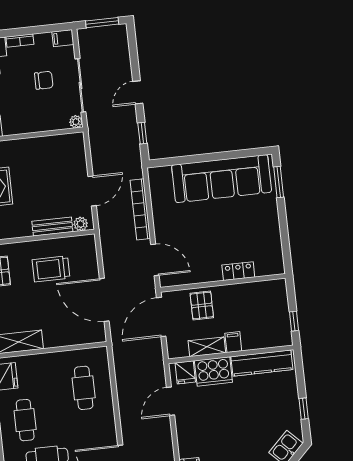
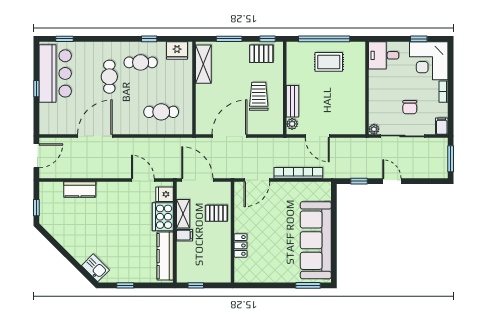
door: (161, 317) -> (197, 180), moved

